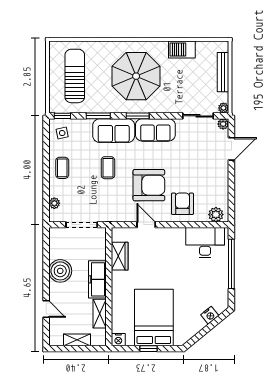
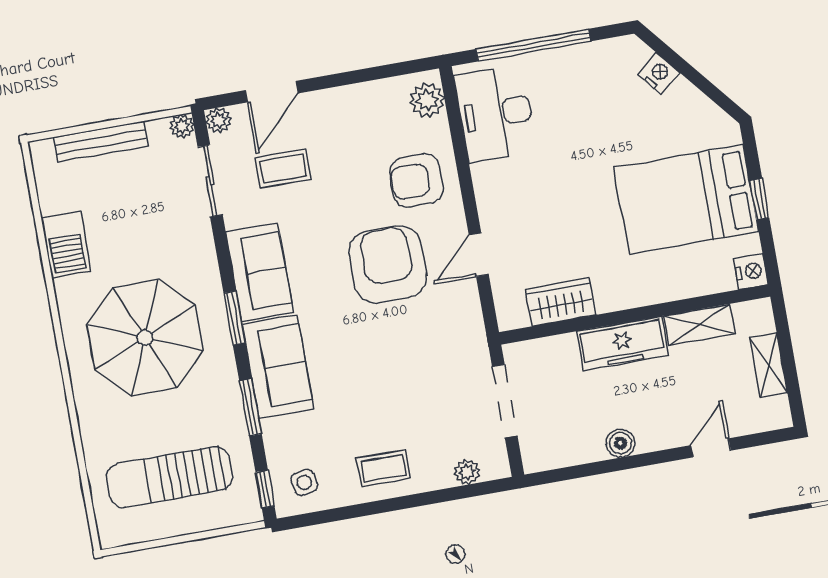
door: (231, 149) -> (272, 92), swing flipped
coffee table: (108, 168) -> (283, 168), moved
boiler: (60, 271) -> (621, 443), width x0.54, depth x0.54

